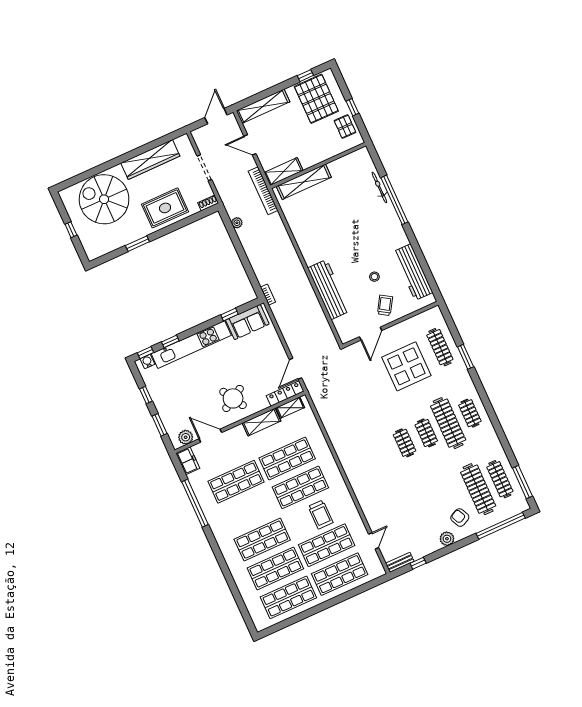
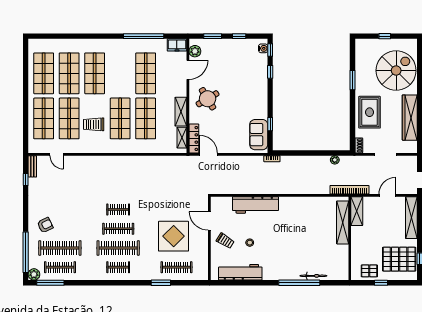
kitchen unit: (191, 345) -> (261, 86), removed
clothes rail: (426, 433) -> (118, 229), width x1.36
plant: (447, 539) -> (34, 274), moved

